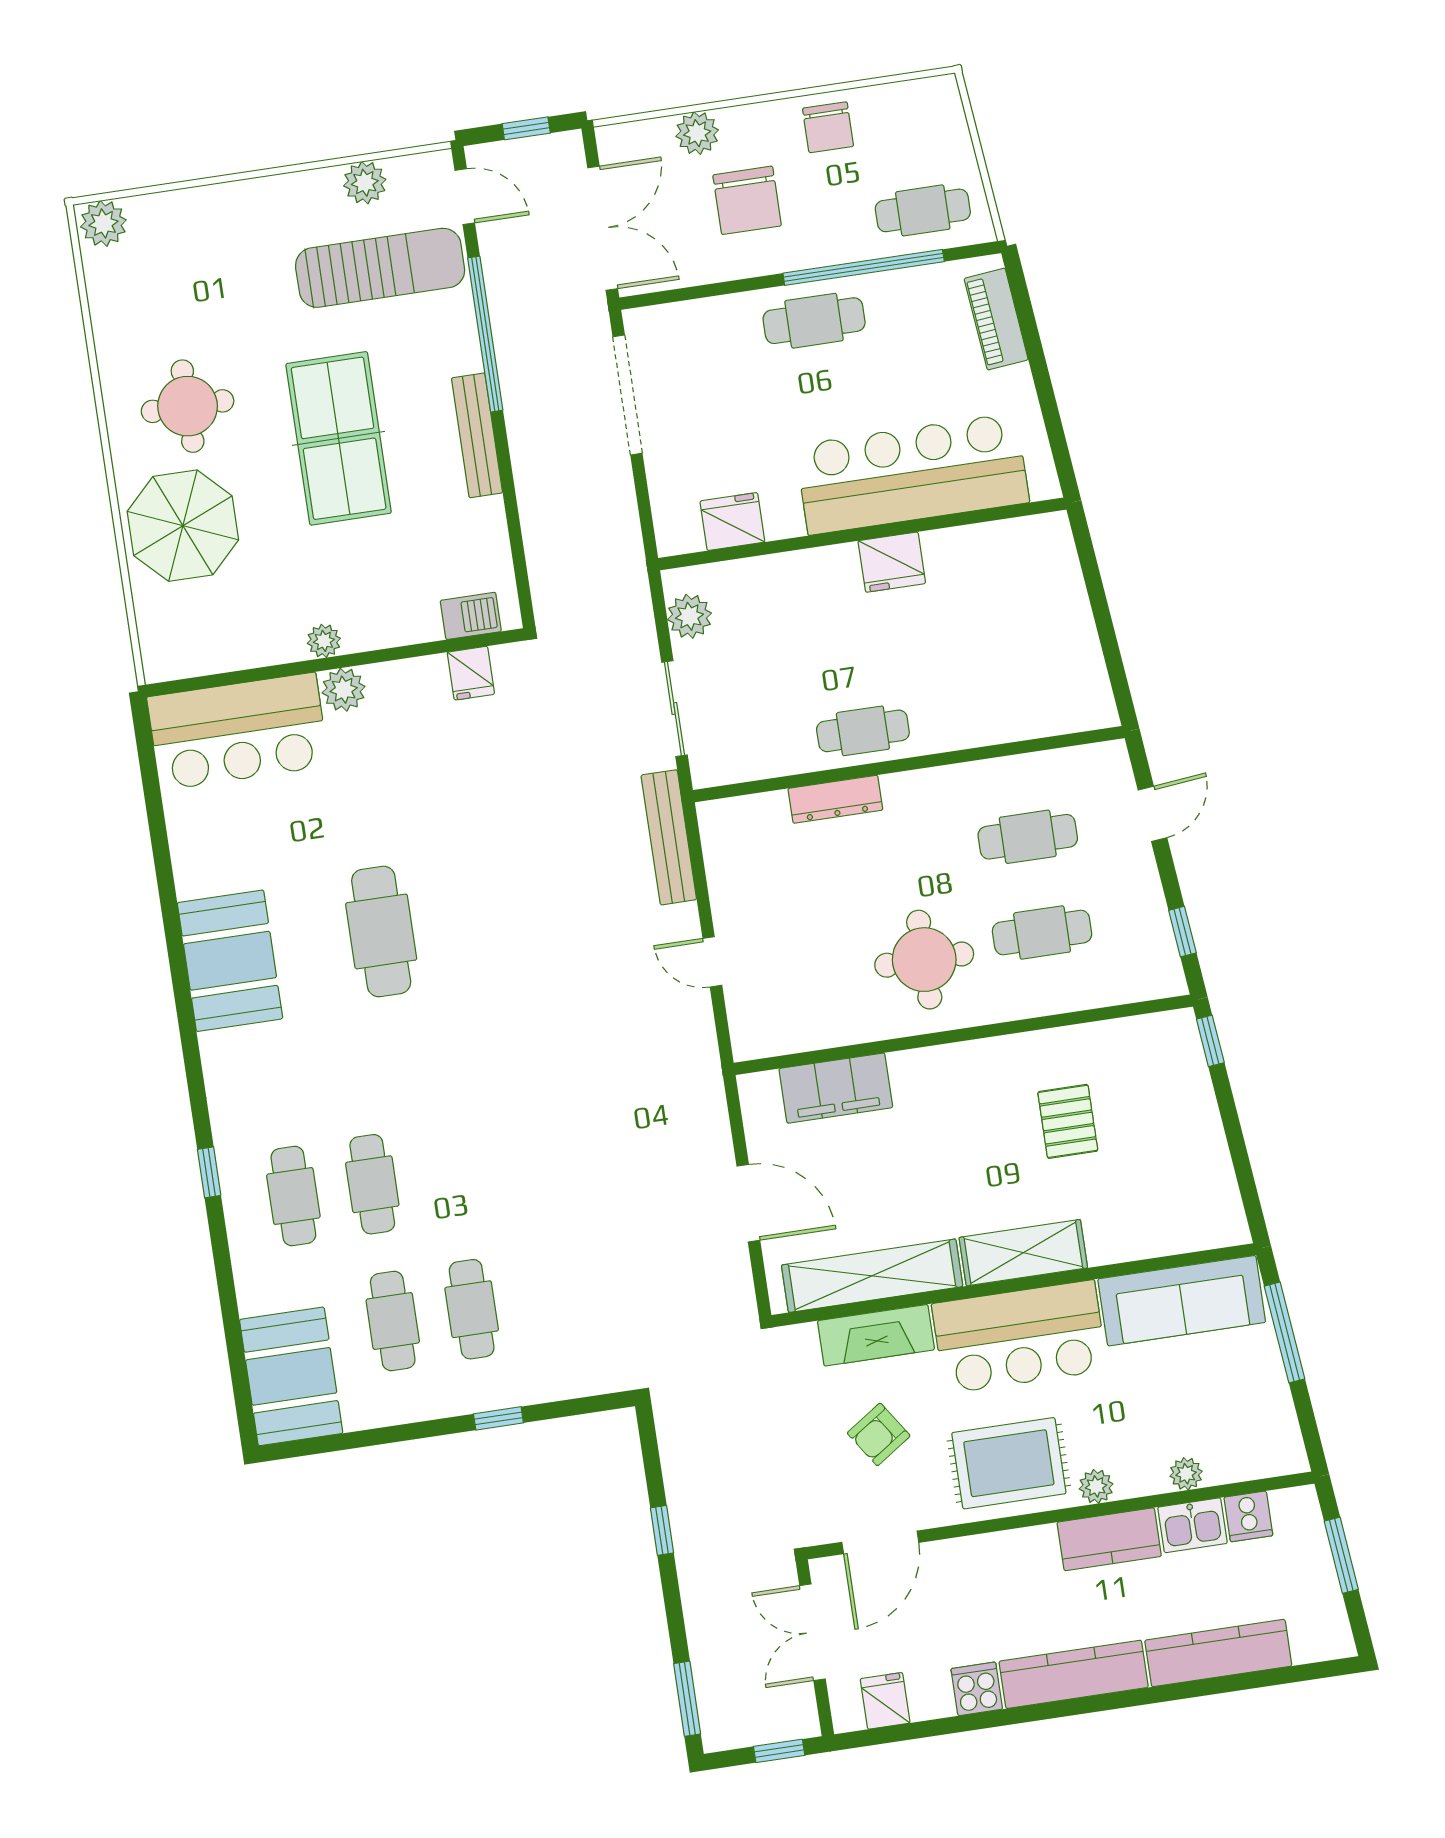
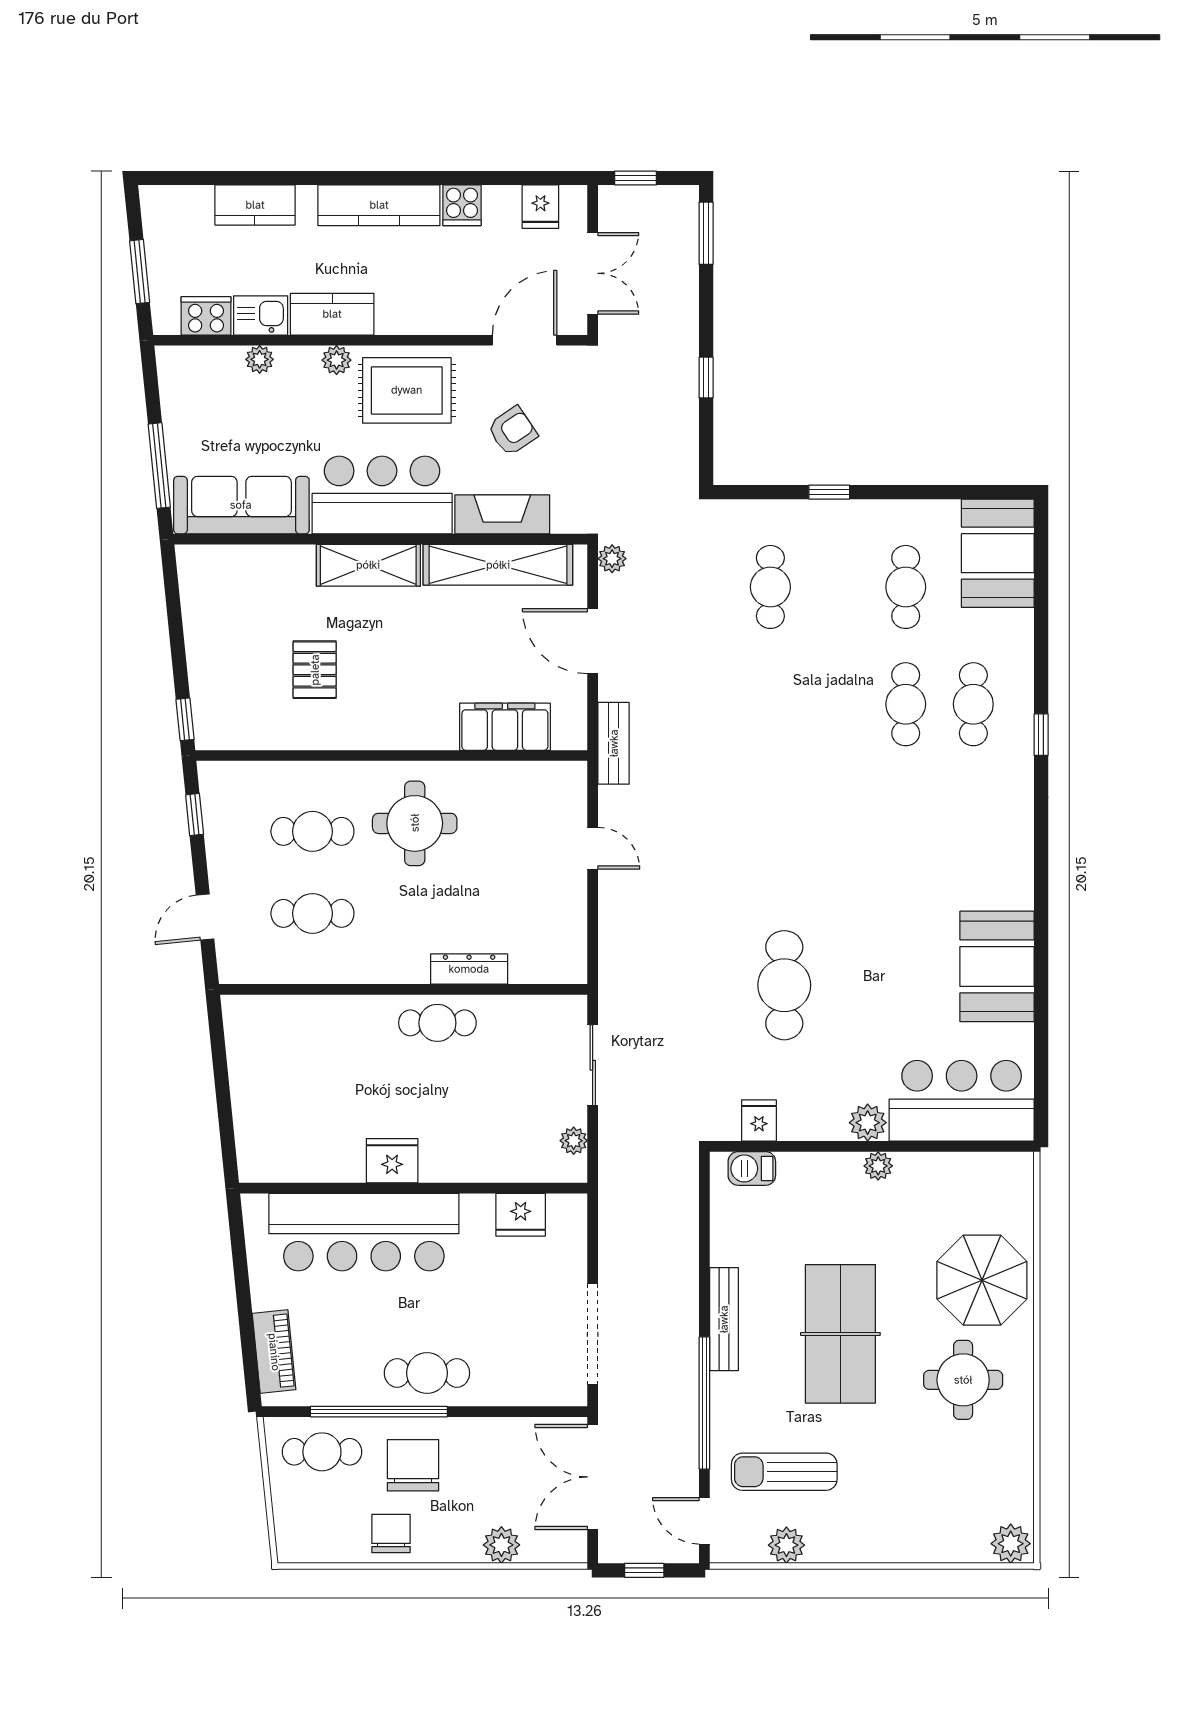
chair: (747, 200) -> (413, 1465), moved
sun lounger: (380, 268) -> (784, 1472), width x0.73, depth x0.75
plant: (689, 616) -> (574, 1141), width x0.73, depth x0.73
bench: (669, 837) -> (614, 743), moved, width x0.73
cafe table: (381, 931) -> (784, 985), moved
booth: (230, 961) -> (997, 966), moved
plant: (740, 1303) -> (612, 559), added
cafe table: (472, 1309) -> (770, 587), moved
cooker: (1248, 1516) -> (206, 316), width x1.36
kitchen counter: (1218, 1653) -> (255, 205), width x0.67

